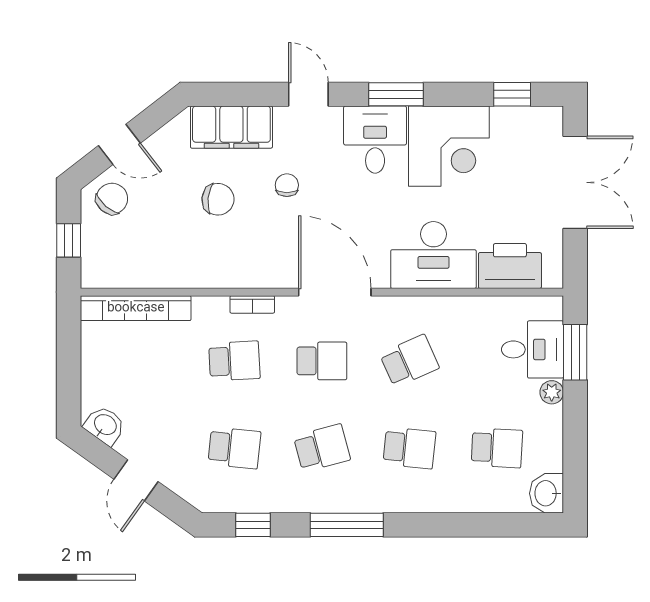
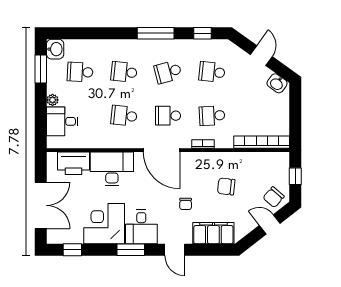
double door: (575, 182) -> (41, 205), swing flipped
chair: (218, 199) -> (226, 186), moved
window: (575, 352) -> (41, 69), moved
school desk: (409, 361) -> (124, 116), turned 30

